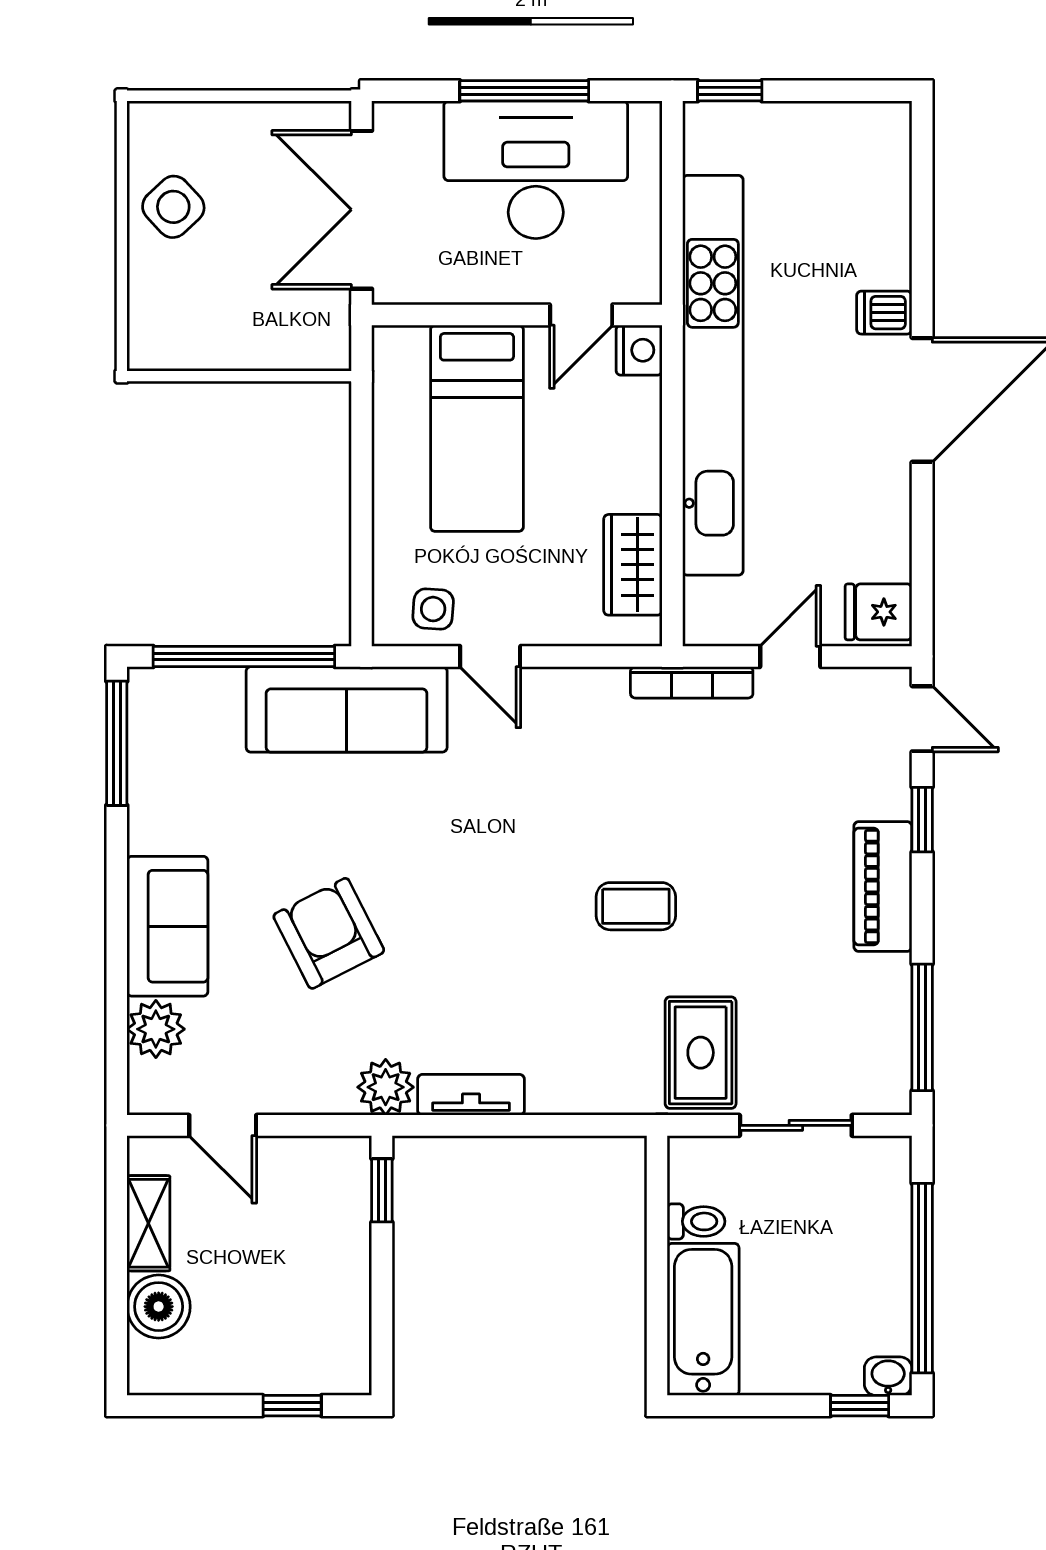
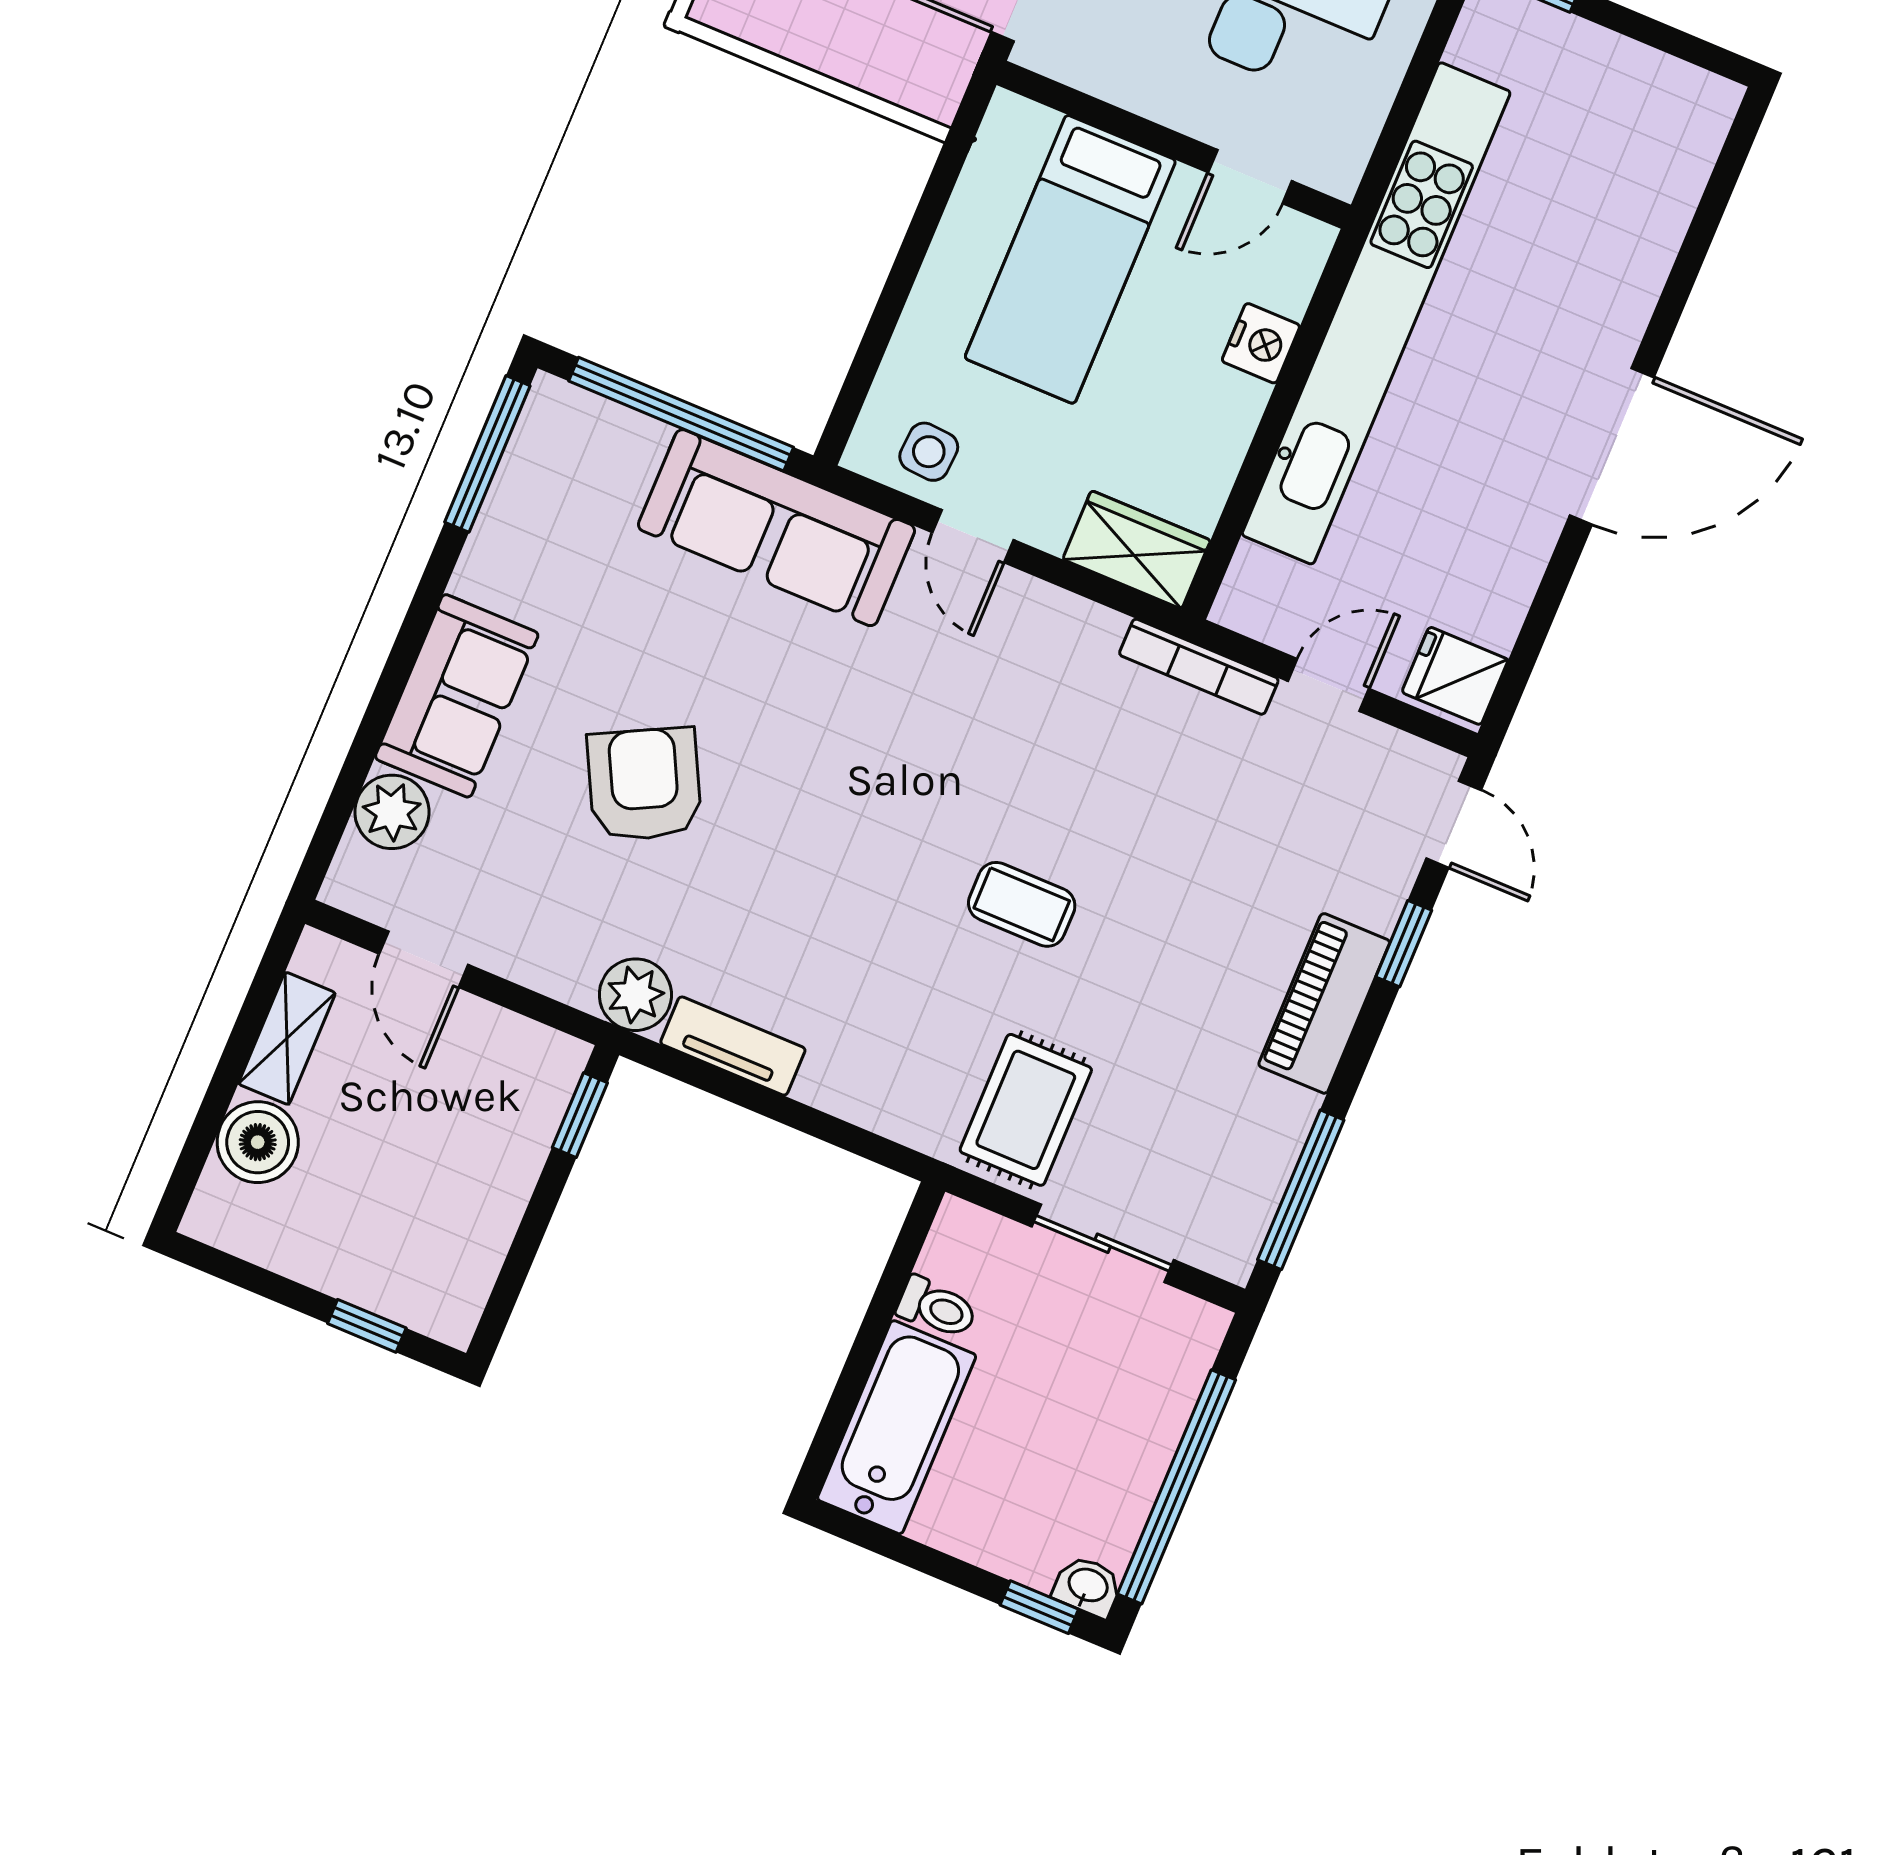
dishwasher: (884, 313) -> (1610, 324), removed
nightstand: (639, 350) -> (1261, 343), moved
wardrobe: (633, 565) -> (1137, 550), moved, turned 90

